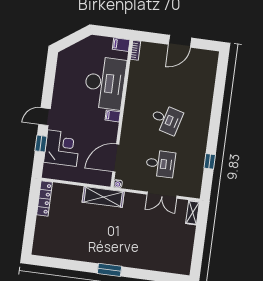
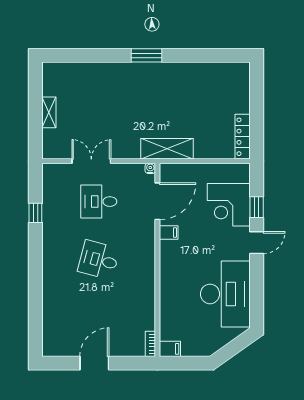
desk: (105, 83) -> (225, 294), moved, turned 180
filing cabinet: (113, 116) -> (169, 233), moved
shelving: (193, 213) -> (49, 112), moved

